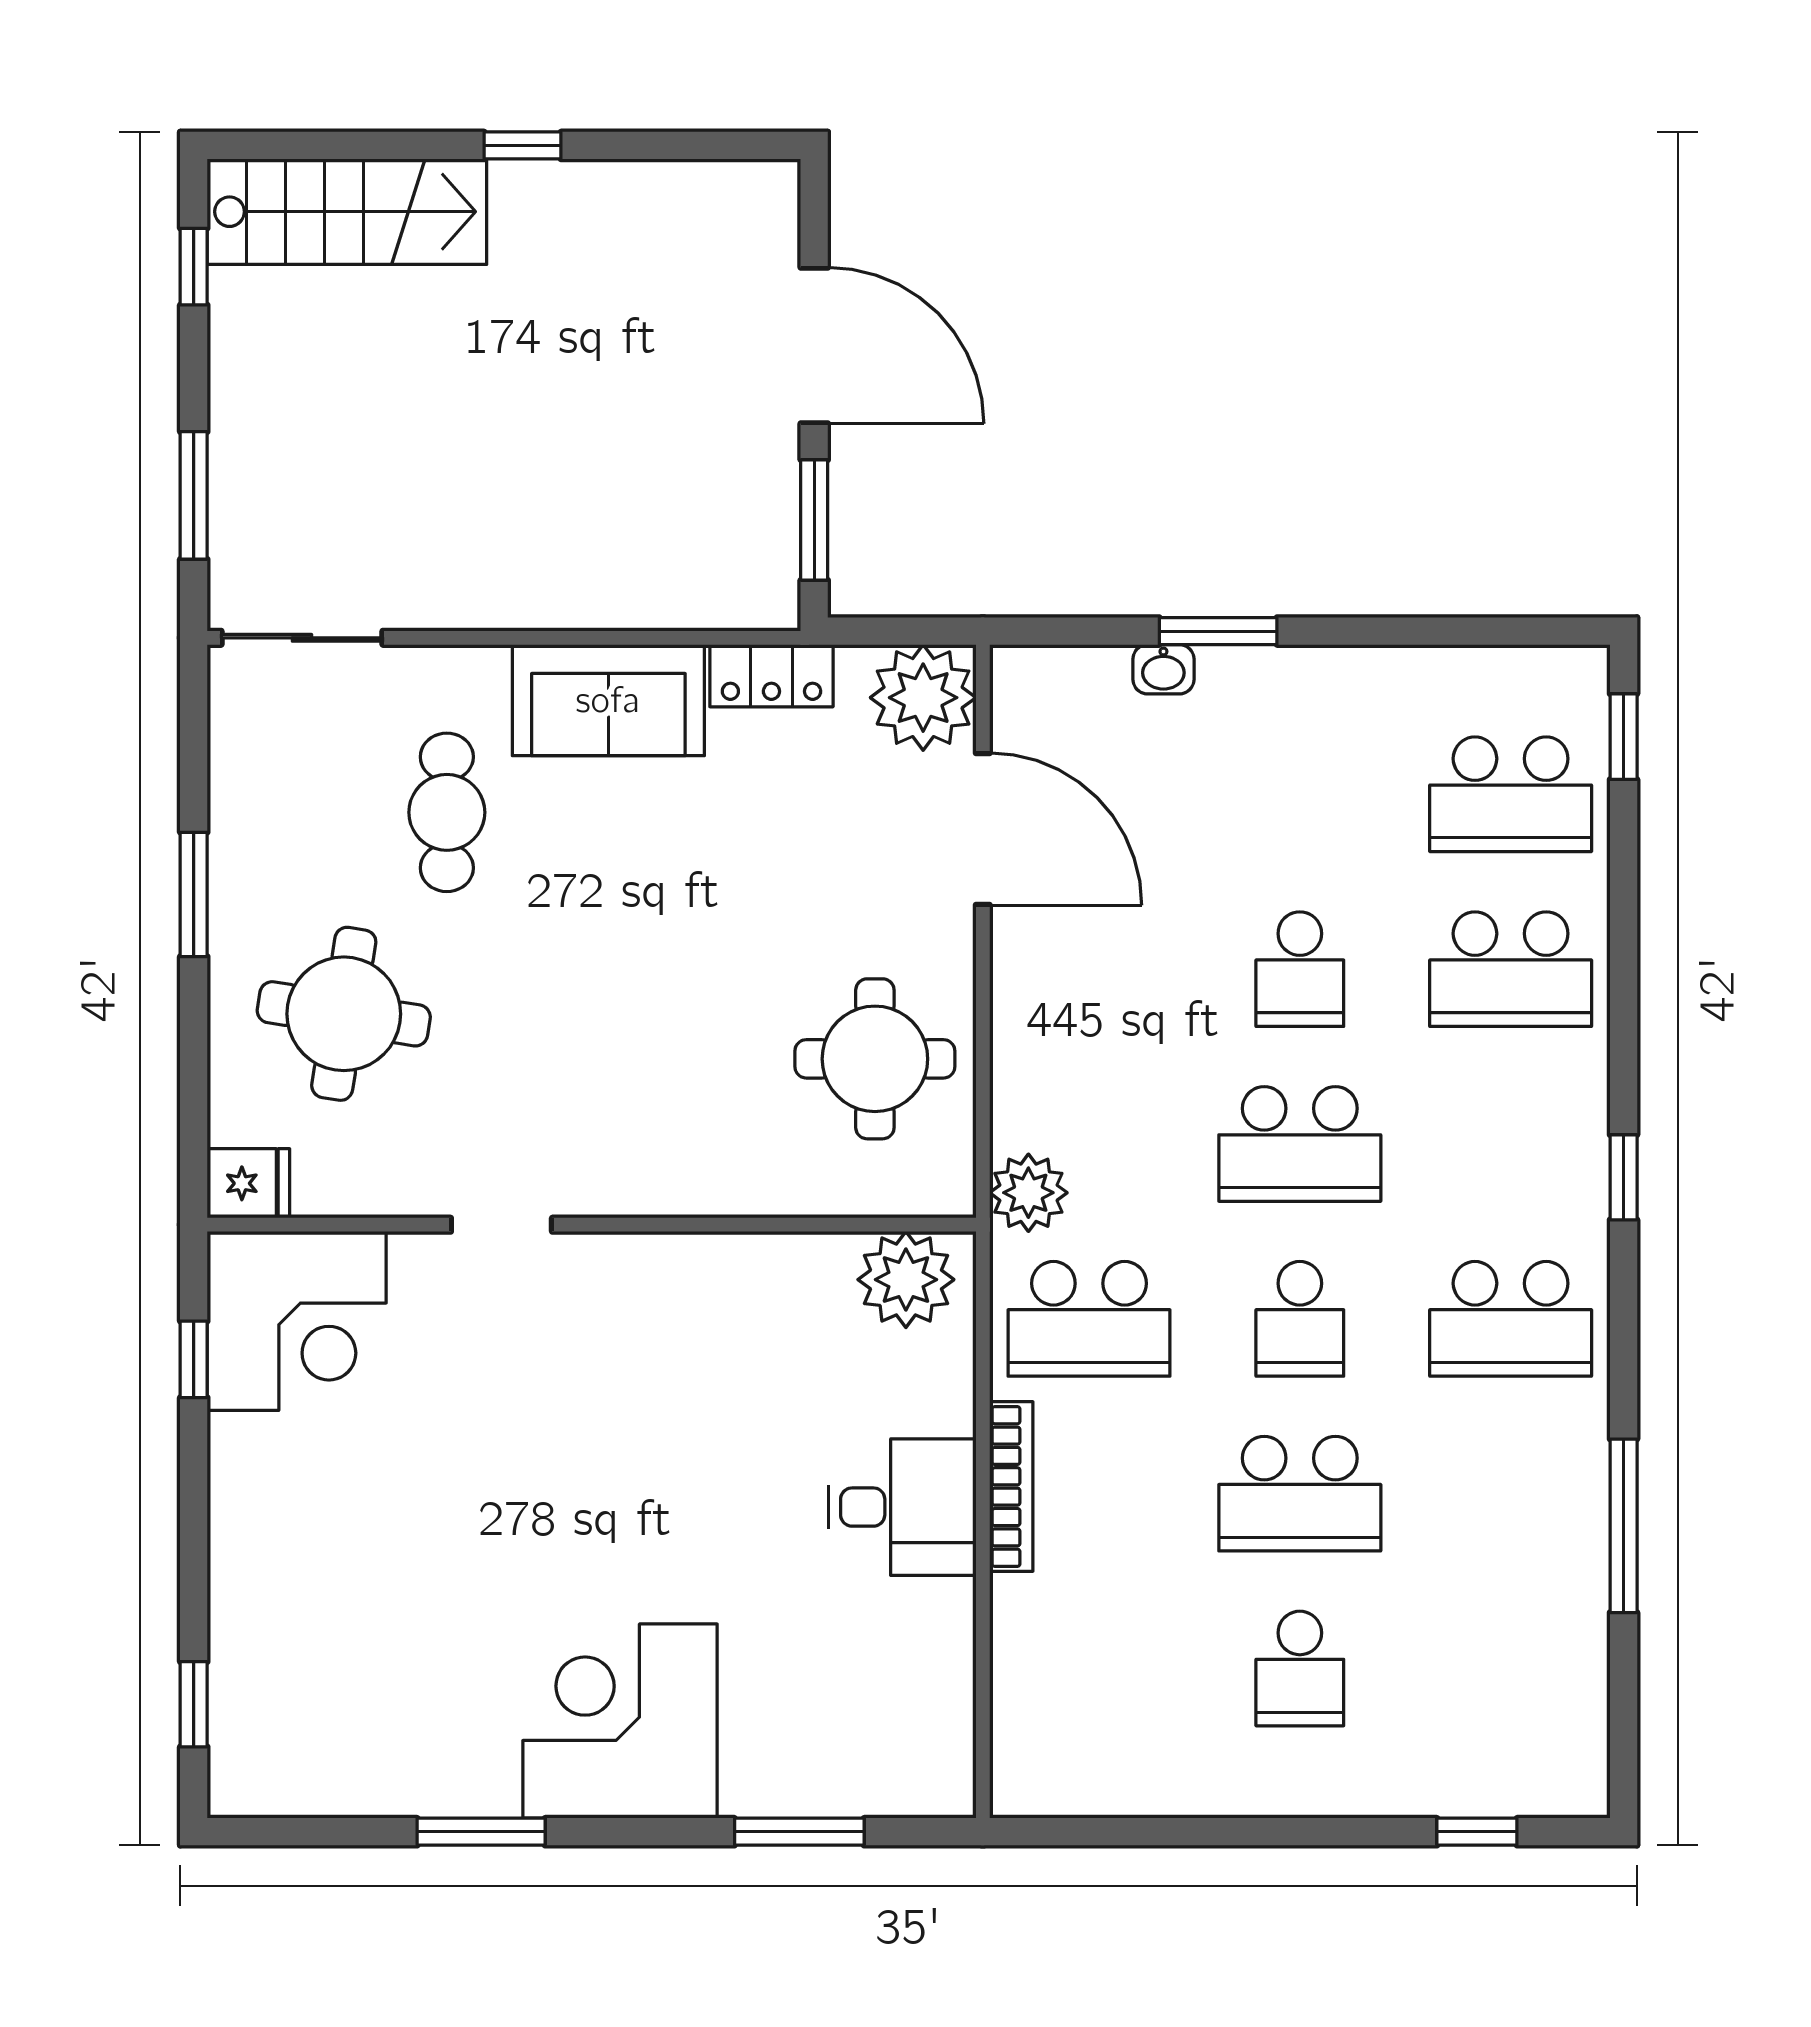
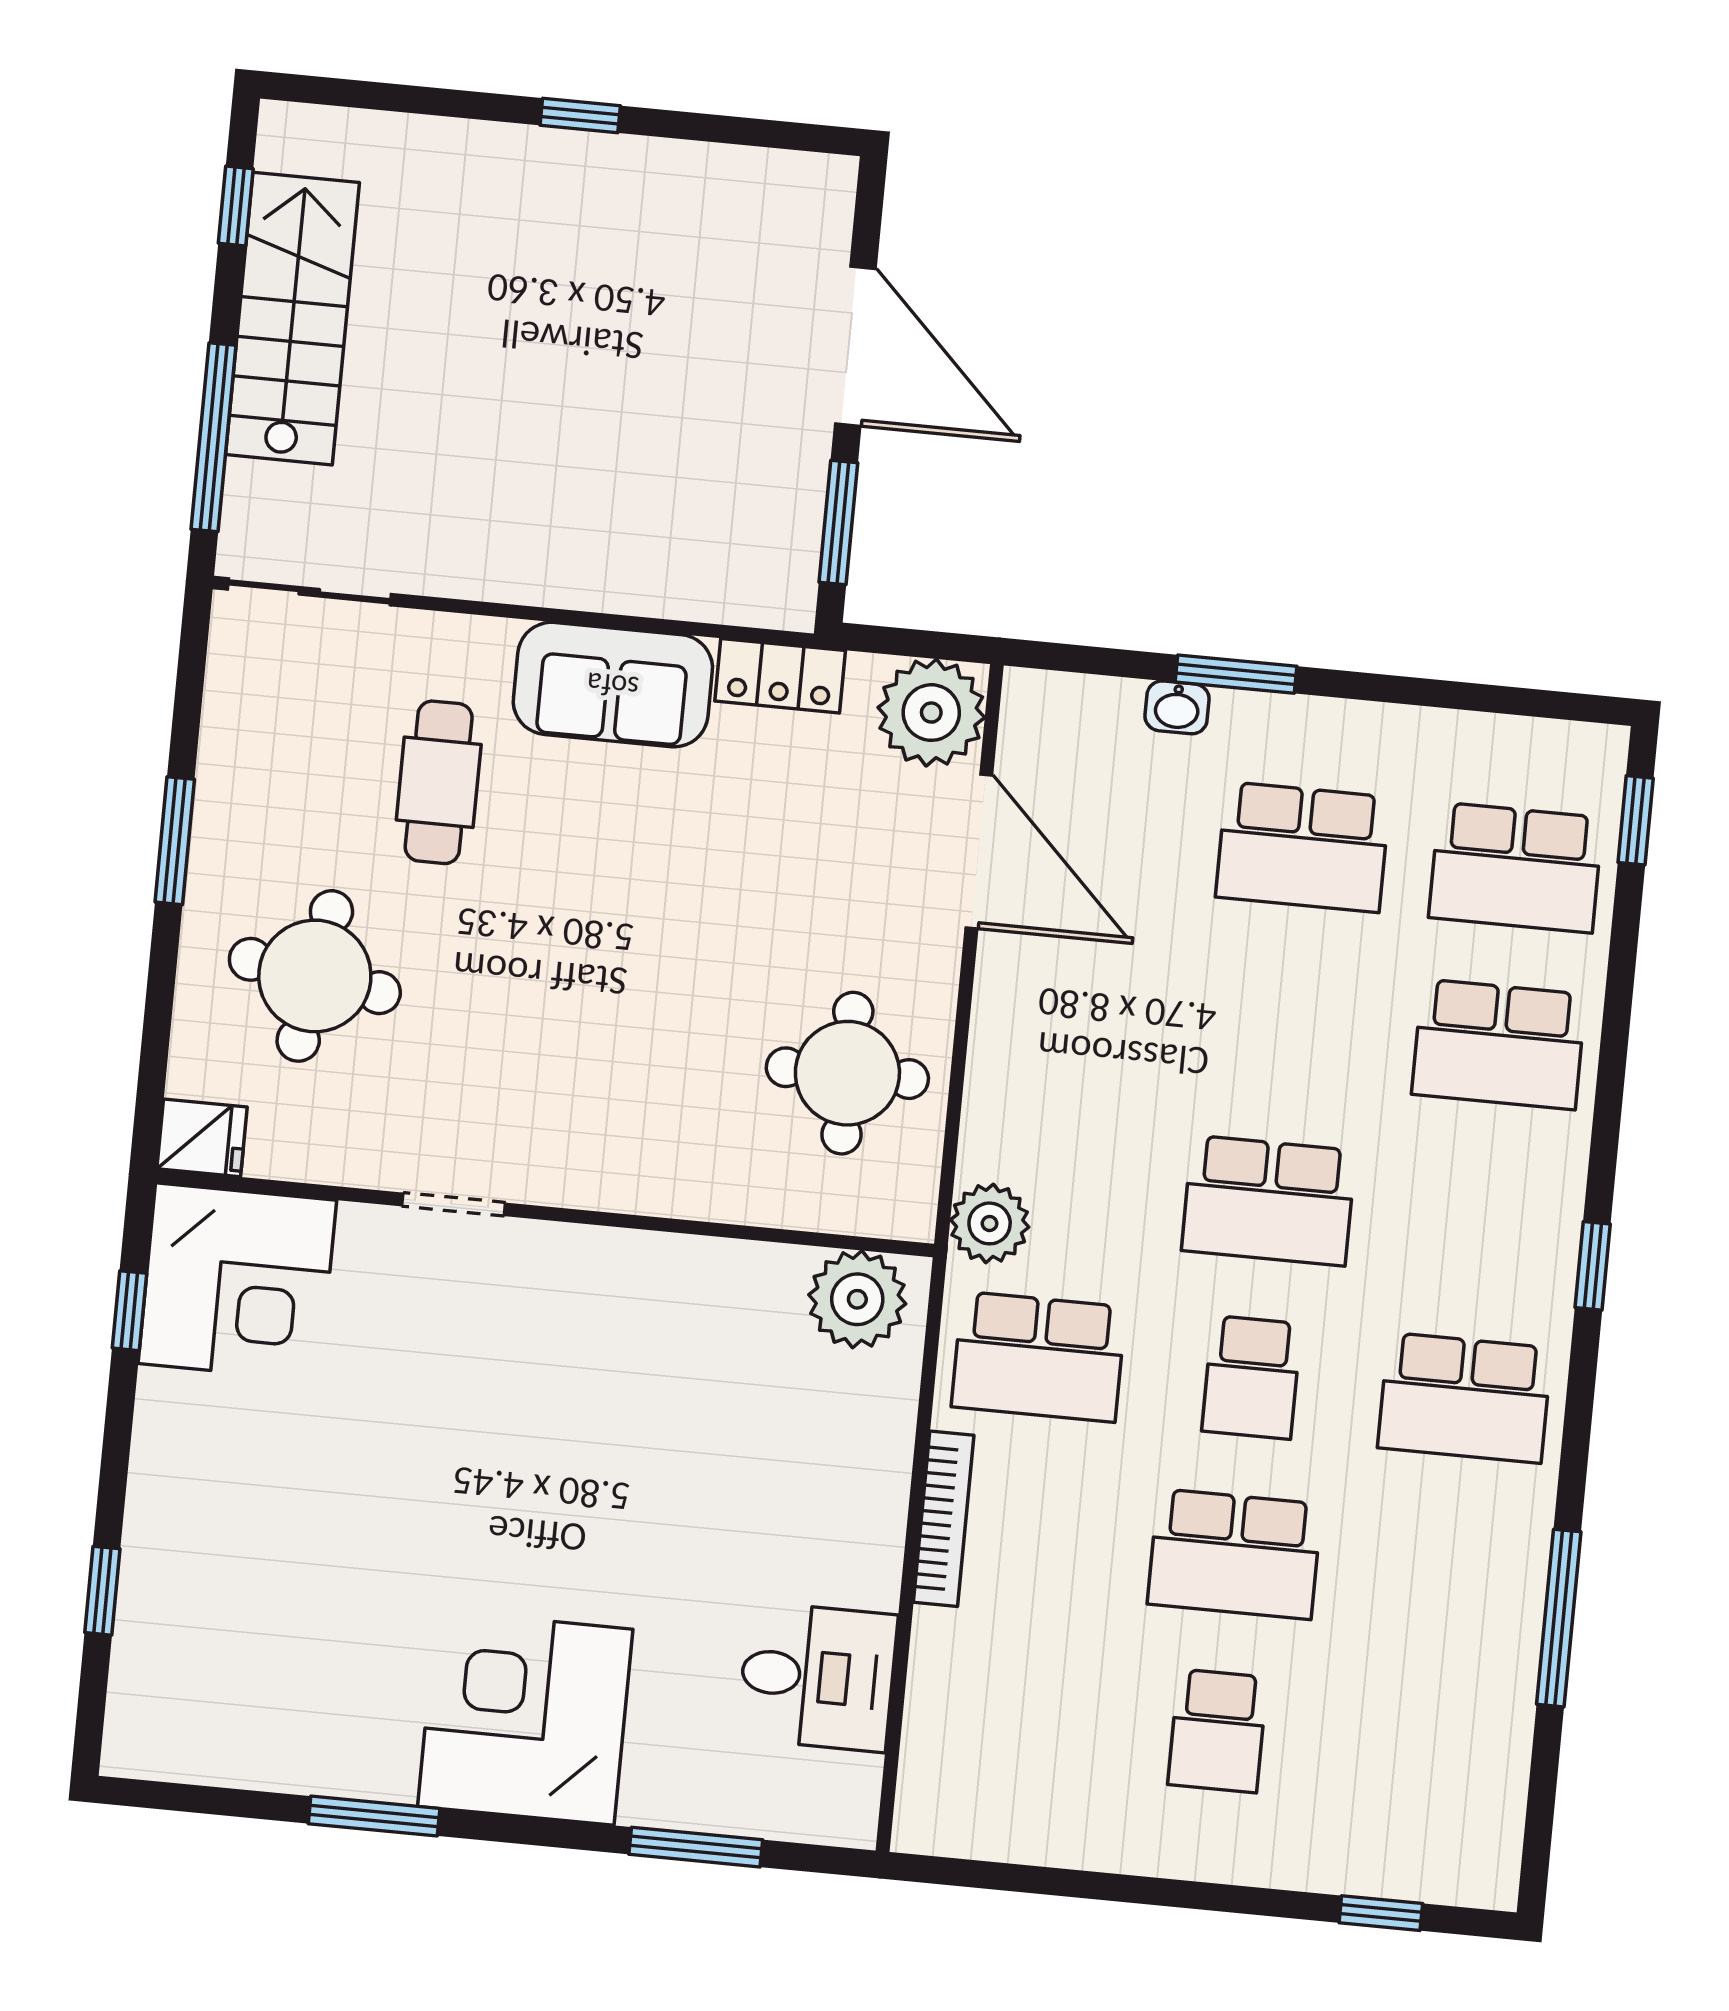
stairs: (347, 212) -> (293, 319), moved, turned -90
window: (194, 495) -> (214, 437), width x1.44
school desk: (1300, 969) -> (1303, 847), moved, width x1.85
desk: (902, 1507) -> (817, 1677), moved
window: (194, 1704) -> (102, 1591), moved

